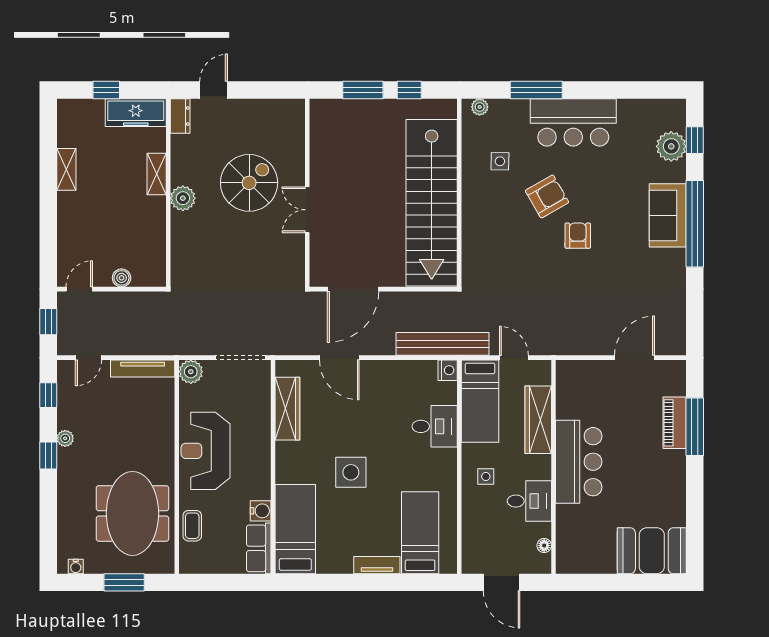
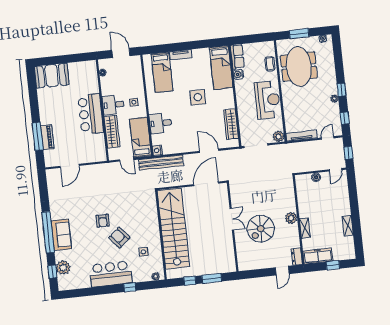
window: (536, 90) -> (130, 287), width x0.46
armchair: (547, 196) -> (119, 238), turned 80
desk: (529, 501) -> (113, 105), moved

